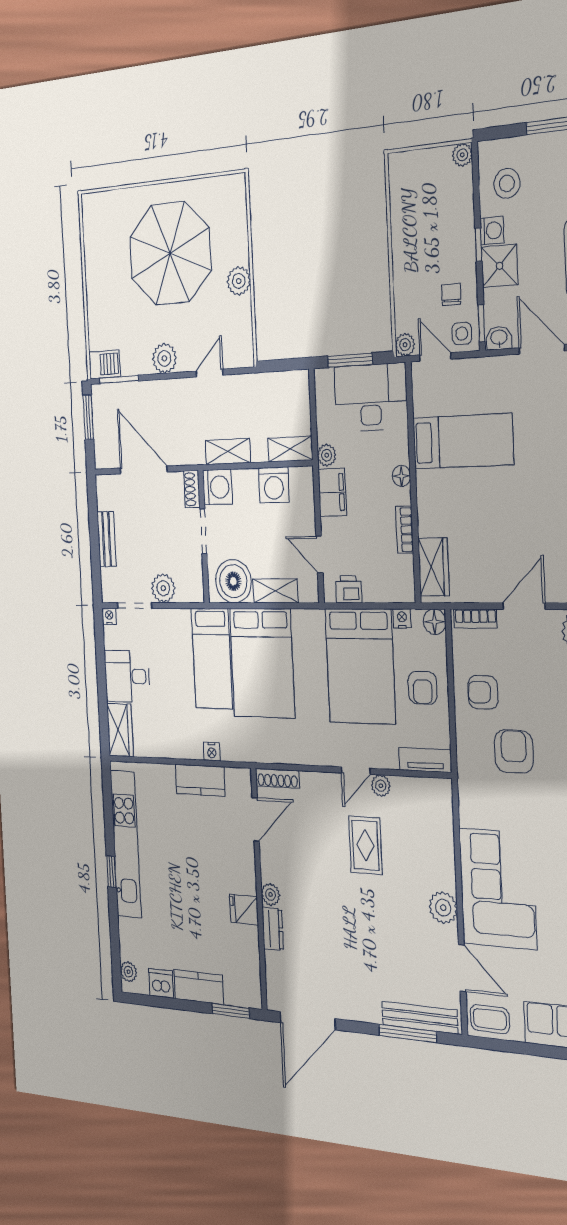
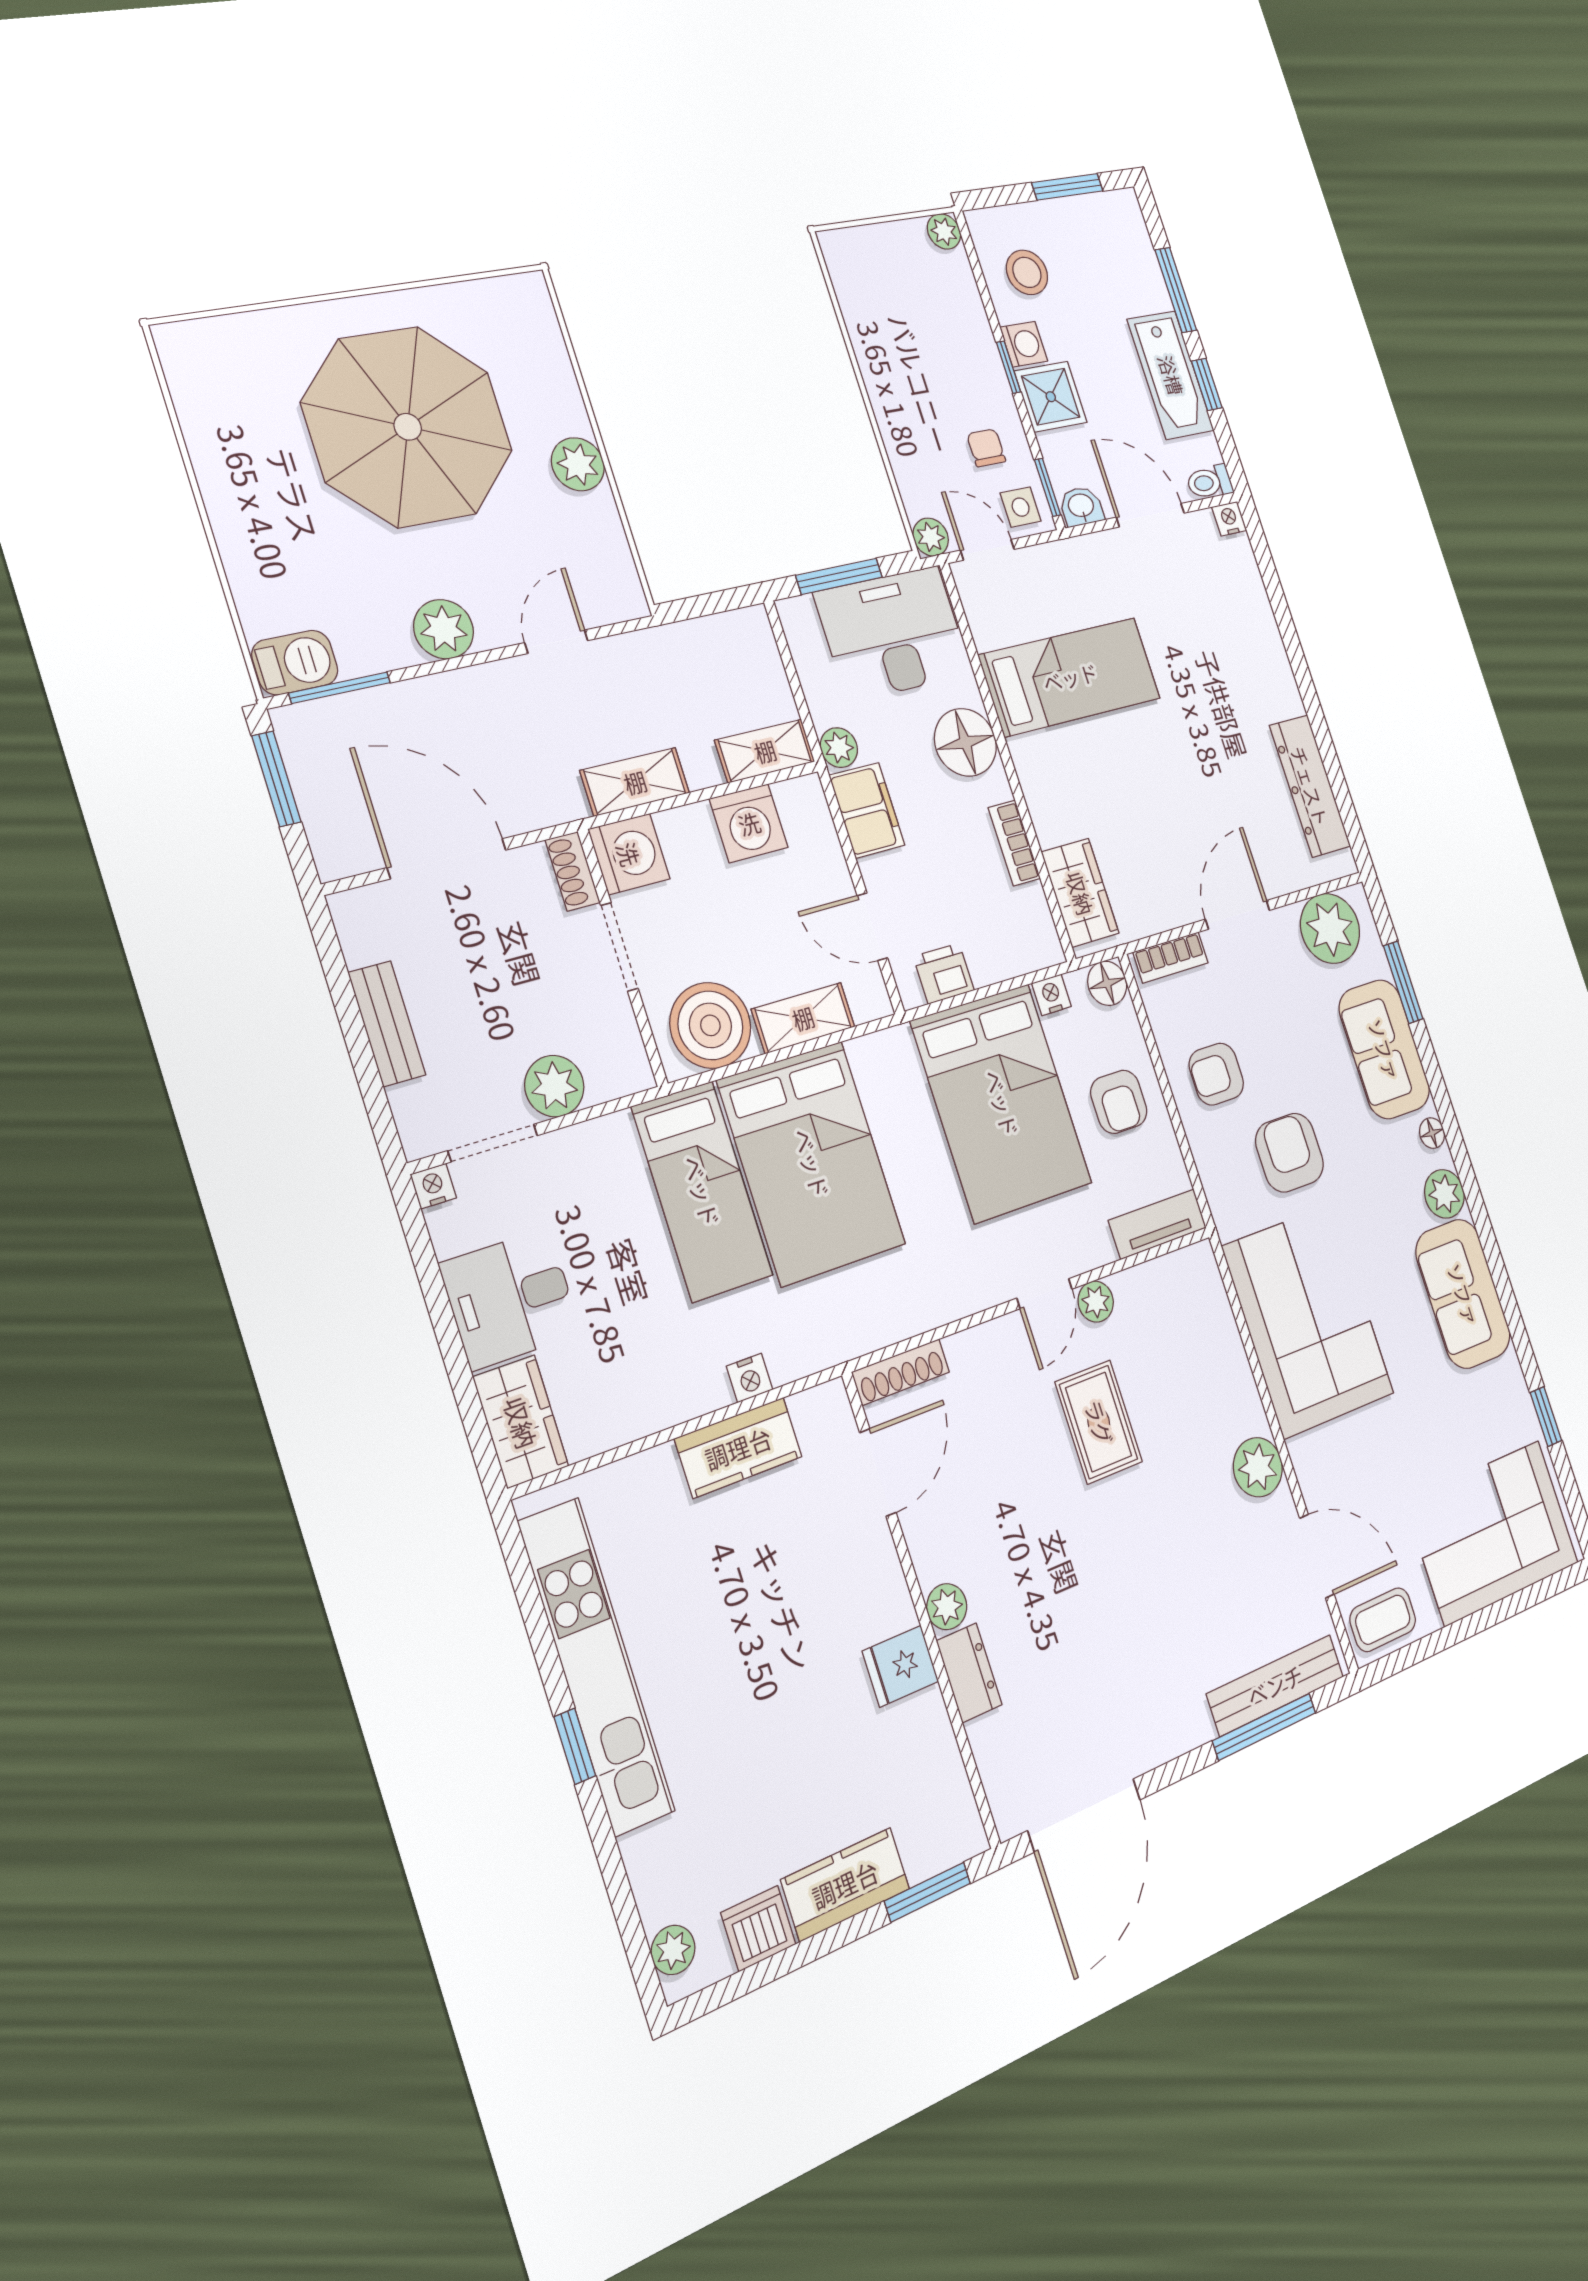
floor lamp: (401, 476) -> (965, 742), width x1.89, depth x1.89
corner sofa: (498, 889) -> (1308, 1320), moved

